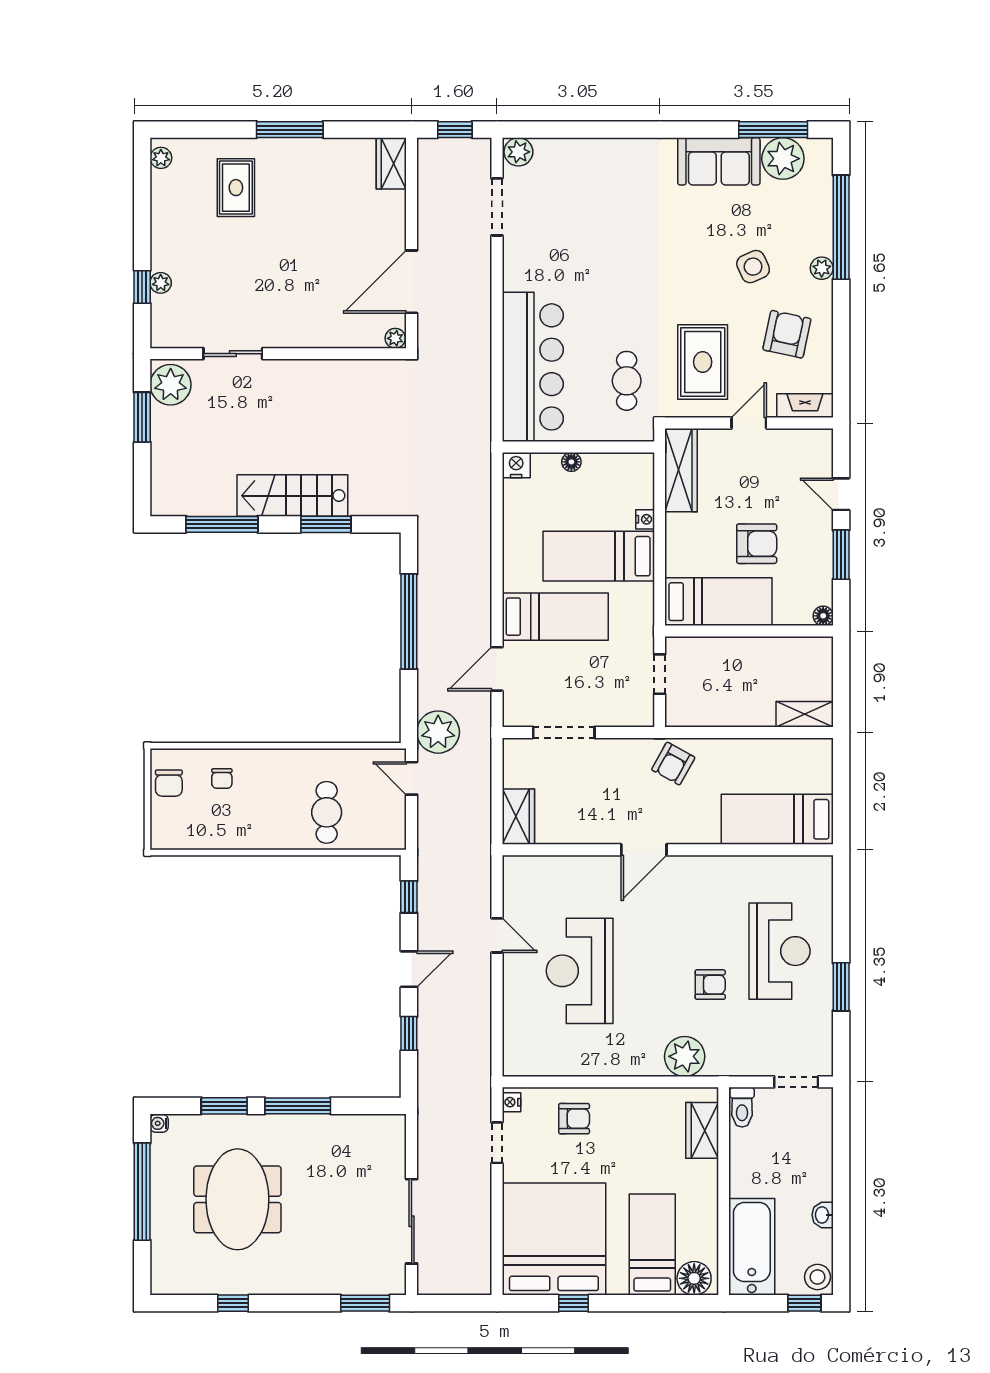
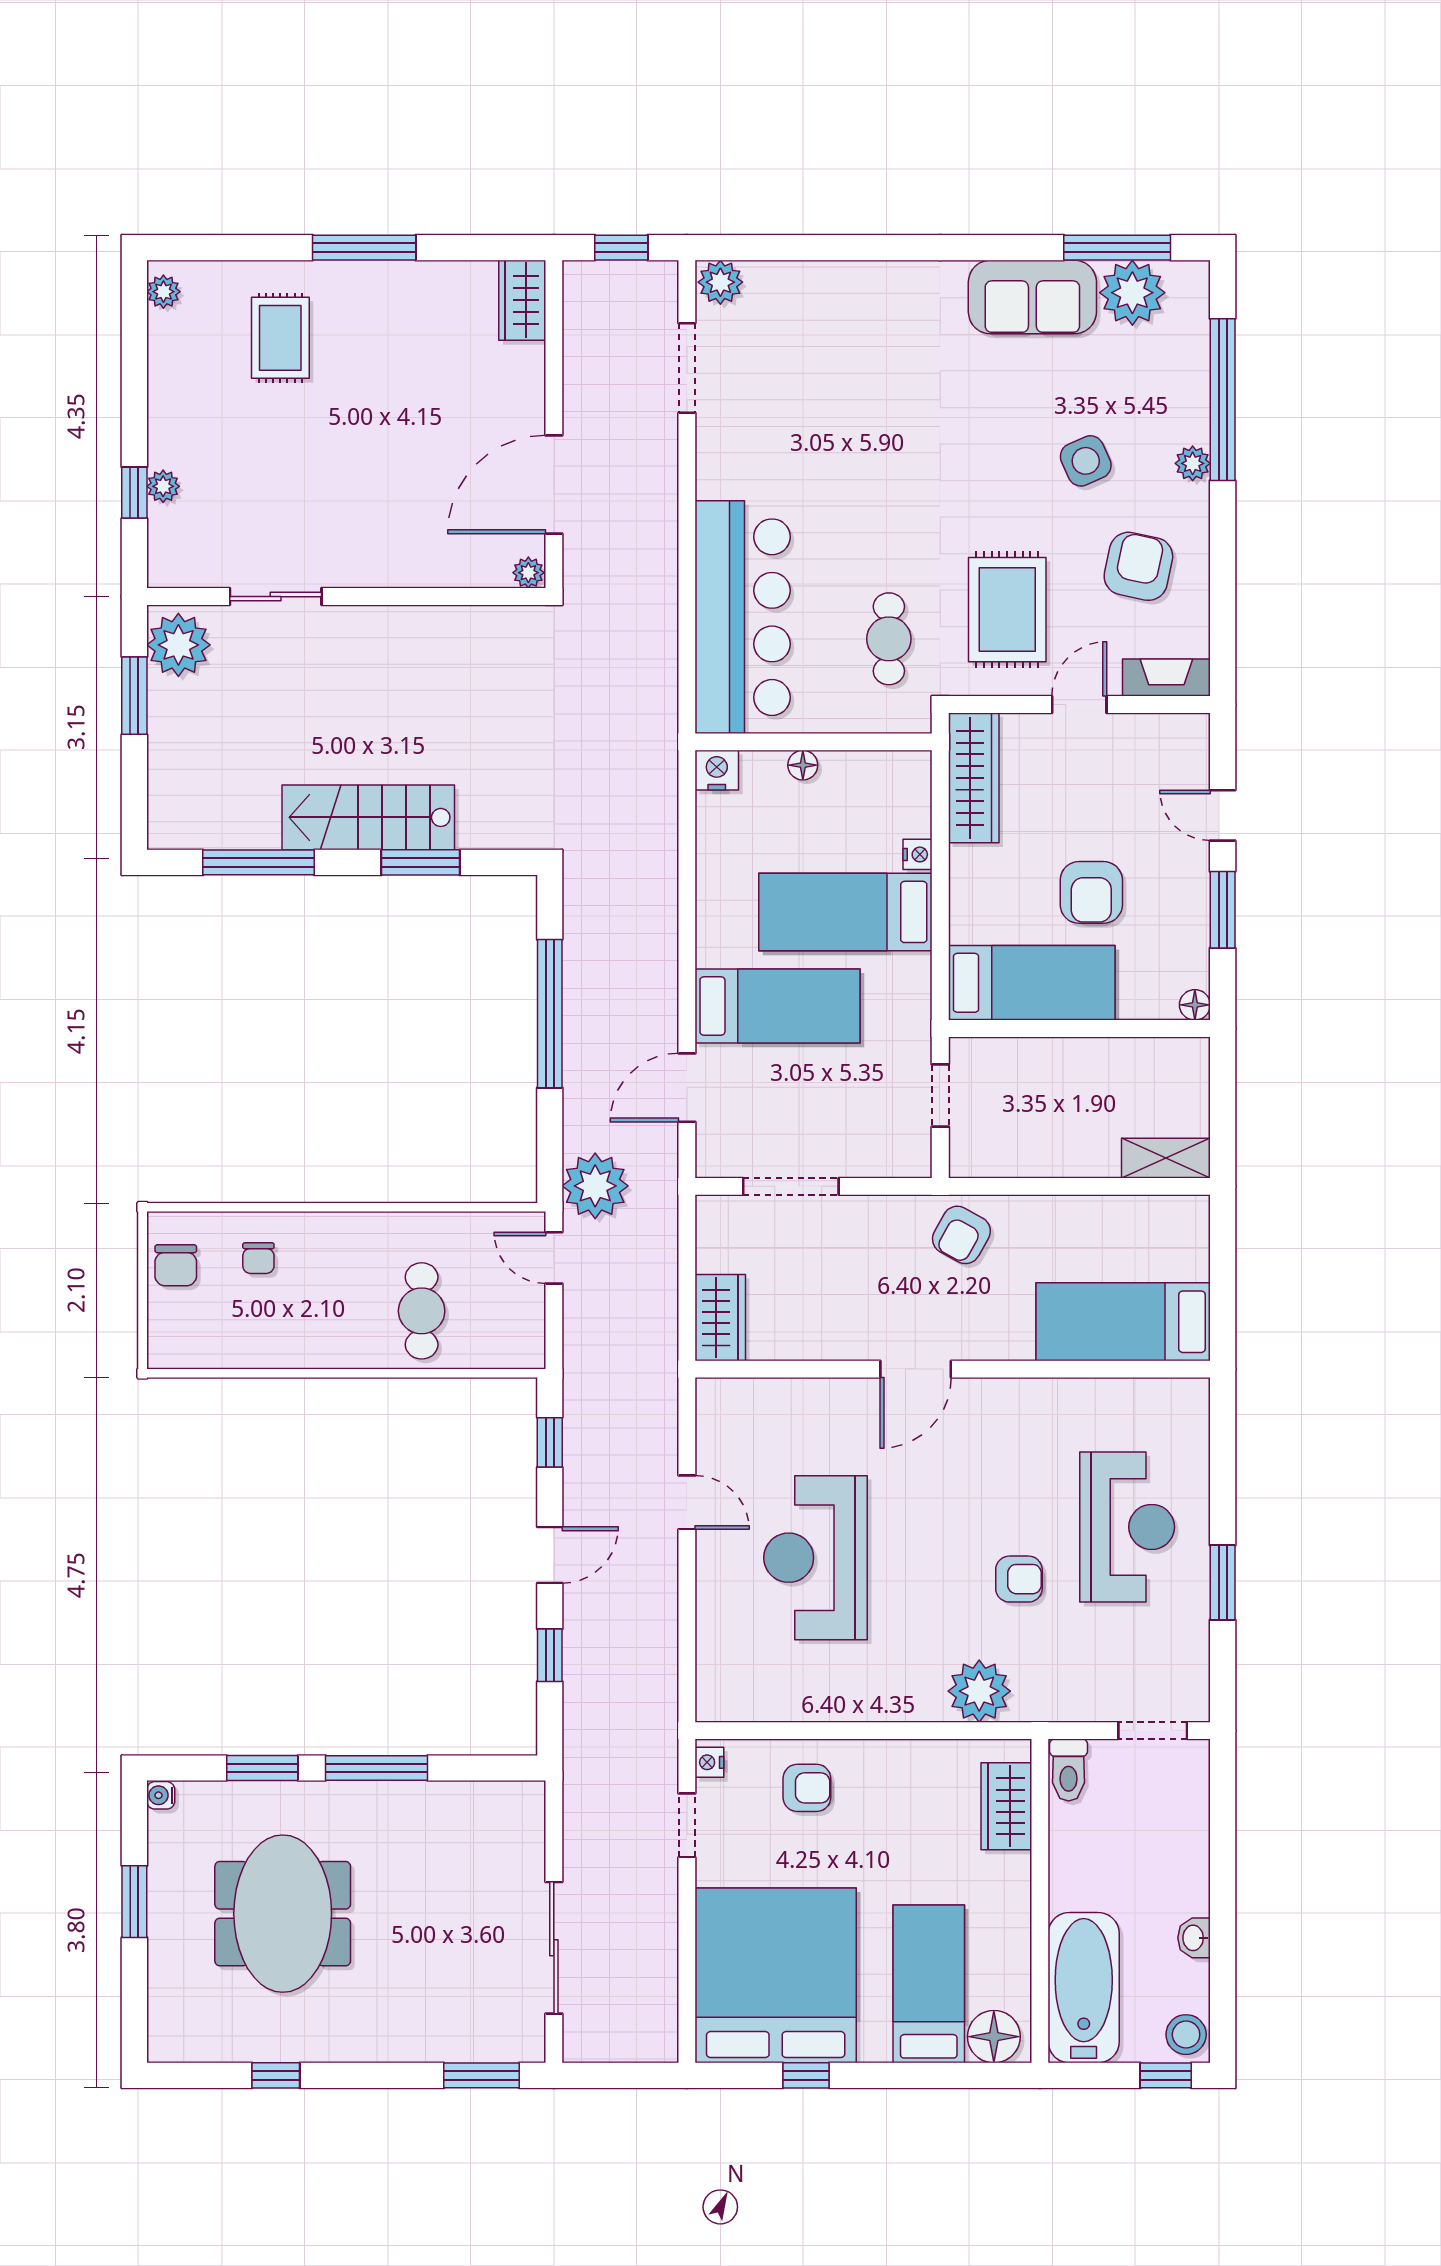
armchair: (757, 544) -> (1091, 892), turned 90
window: (142, 1192) -> (134, 1902), width x0.47

